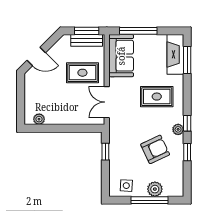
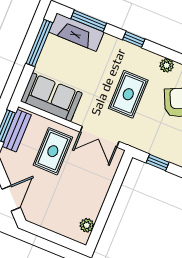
window: (138, 31) -> (39, 43), moved
rug: (157, 97) -> (128, 94), moved
window: (187, 123) -> (134, 39), moved

